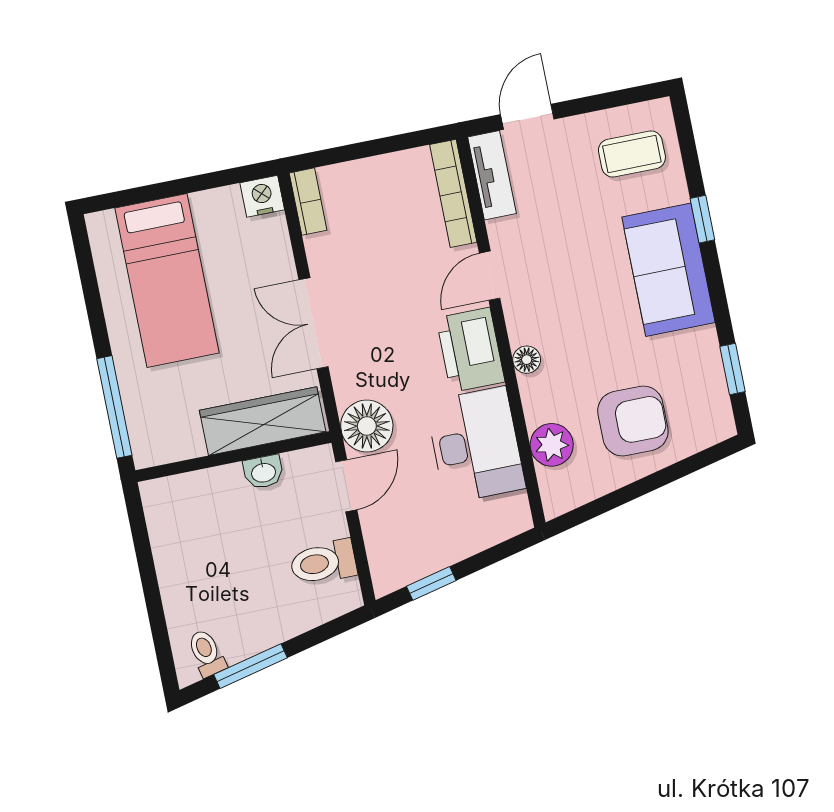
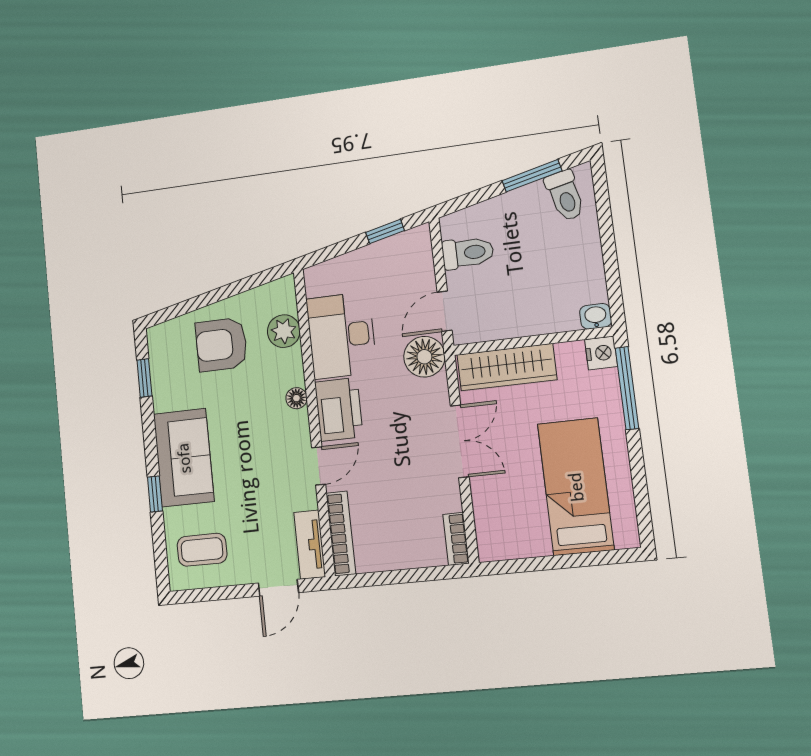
nightstand: (262, 196) -> (601, 353), moved, turned -90
washbasin: (263, 472) -> (596, 316), moved
toilet: (206, 653) -> (565, 196), width x1.37, depth x1.39

